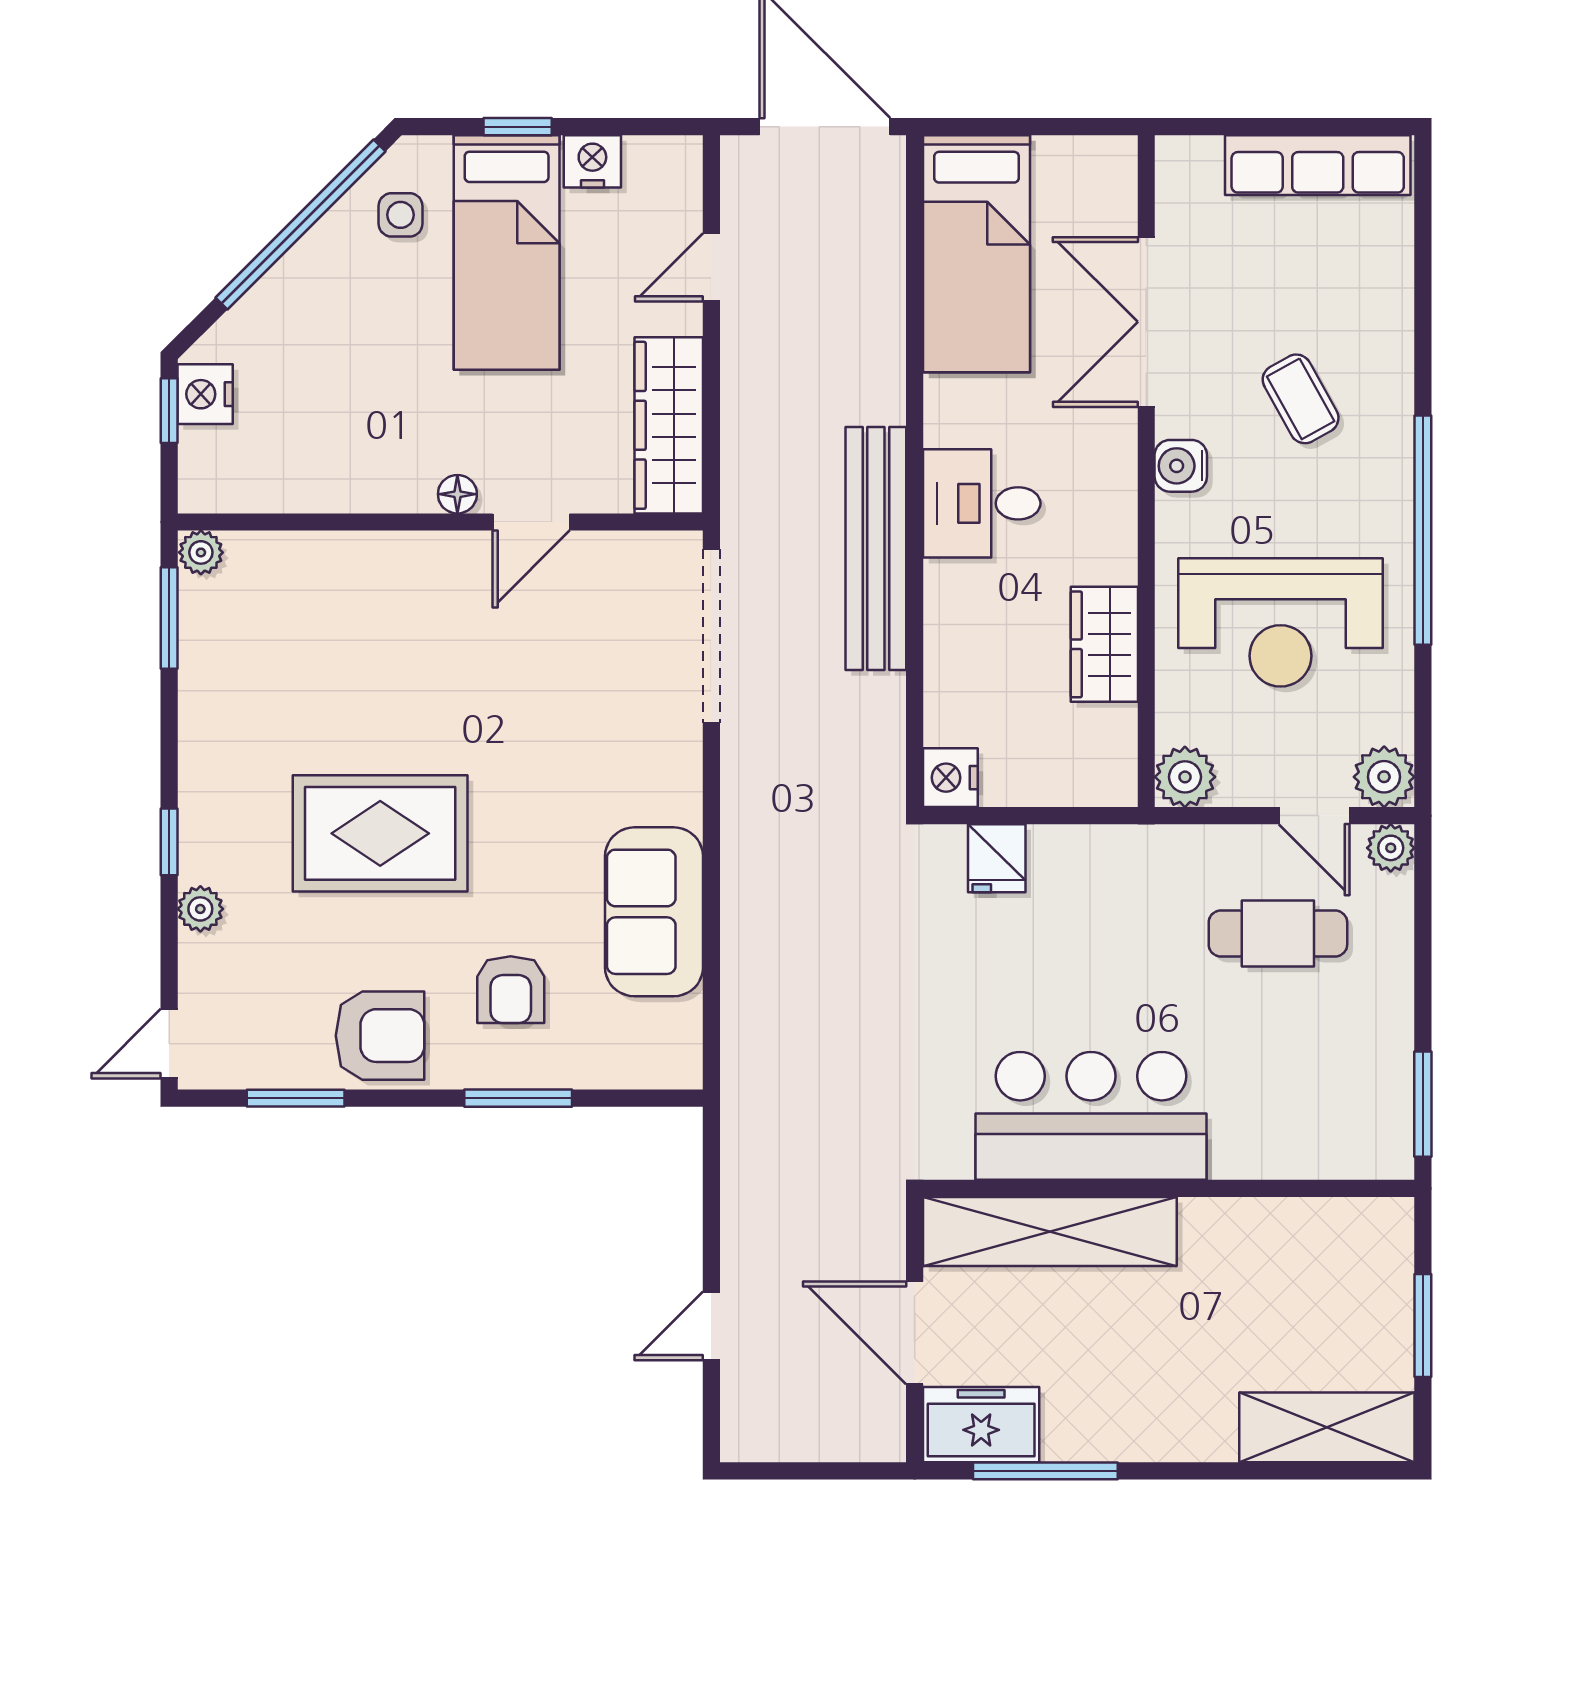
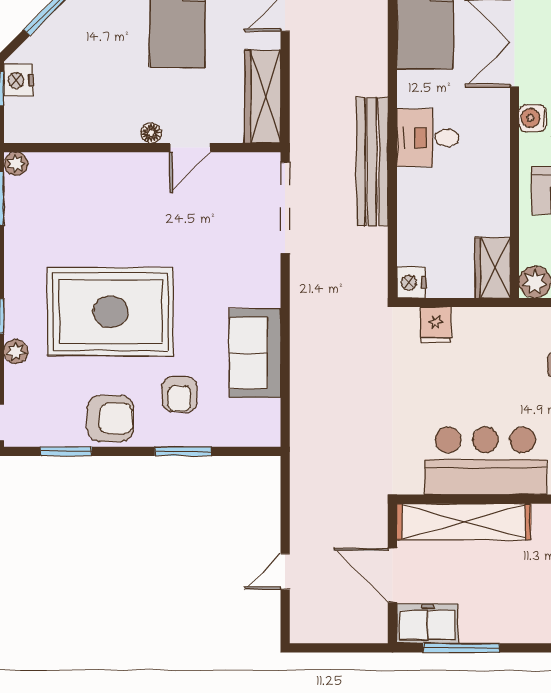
wardrobe: (1104, 644) -> (492, 268), moved
rug: (380, 833) -> (111, 312), width x1.37, depth x1.44

